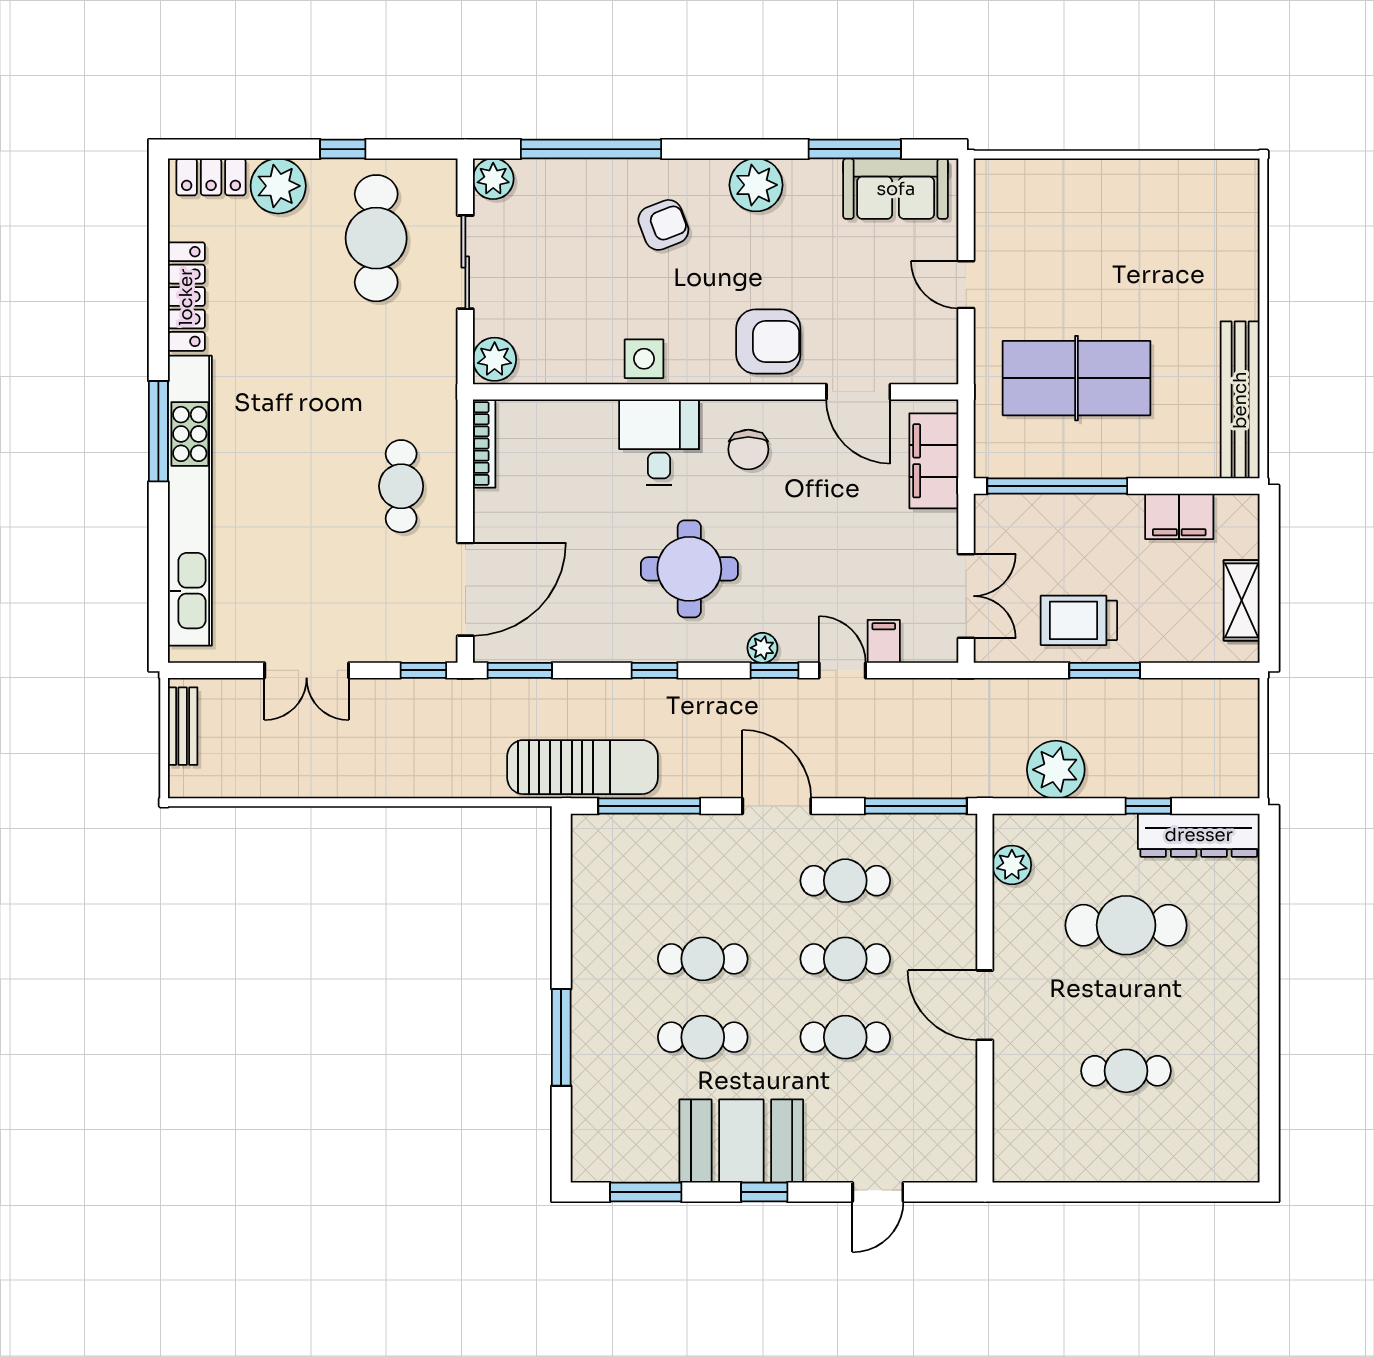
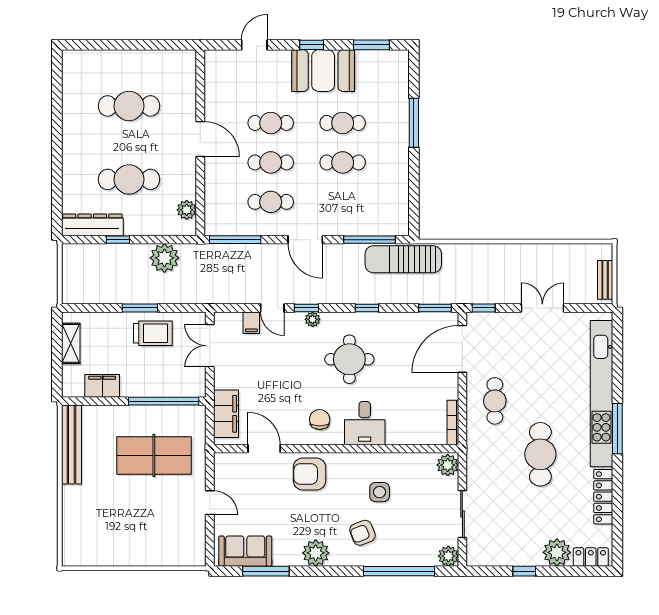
cafe table: (376, 238) -> (540, 454), moved
side table: (644, 359) -> (380, 492), moved
cafe table: (1126, 1071) -> (129, 106), width x1.37, depth x1.35

